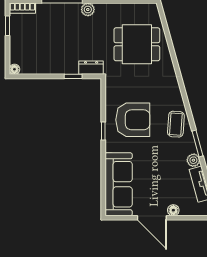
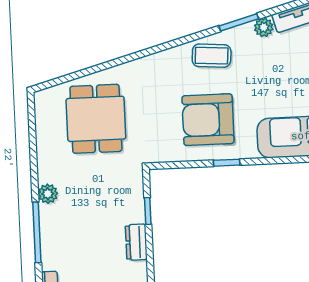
dresser: (91, 68) -> (136, 242), moved
armchair: (133, 120) -> (208, 120), turned -90

